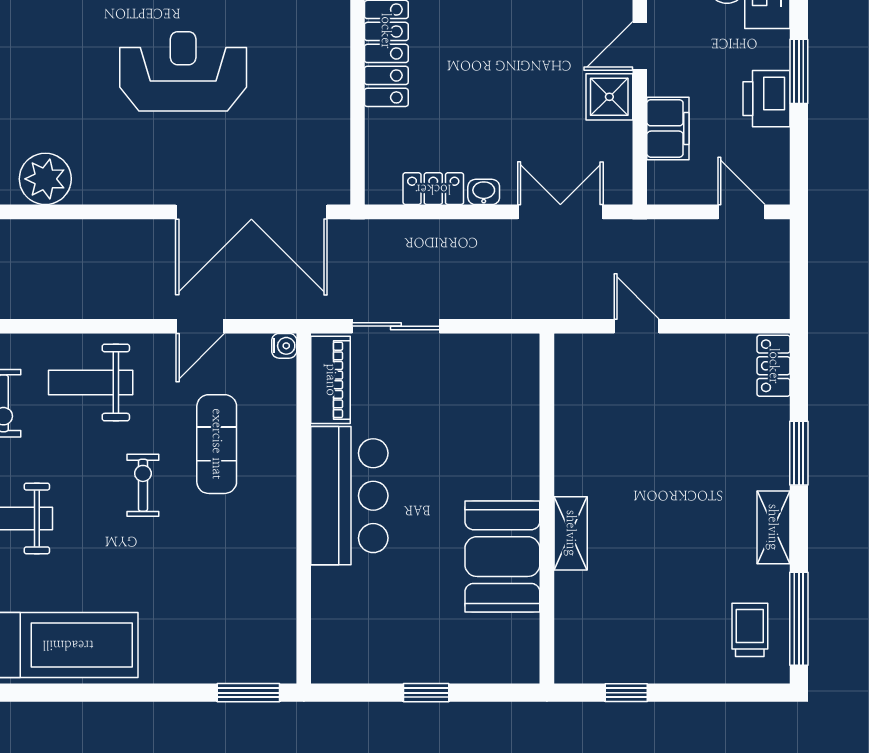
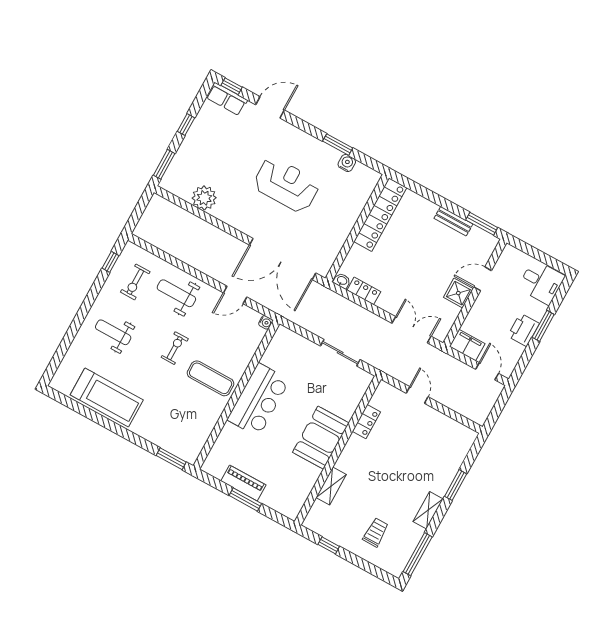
filing cabinet: (668, 128) -> (467, 345), moved, turned -90
washbasin: (484, 192) -> (342, 281), moved
sliding door: (396, 326) -> (340, 353), moved
locker: (774, 366) -> (366, 422), moved, turned 180
piano: (331, 380) -> (243, 483), moved, turned -90
exercise mat: (217, 444) -> (211, 378), moved, turned 90
shelving: (571, 533) -> (331, 486), moved
booth: (502, 557) -> (321, 438), moved
trolley: (750, 630) -> (376, 532), moved
window: (426, 693) -> (245, 500), width x1.50

